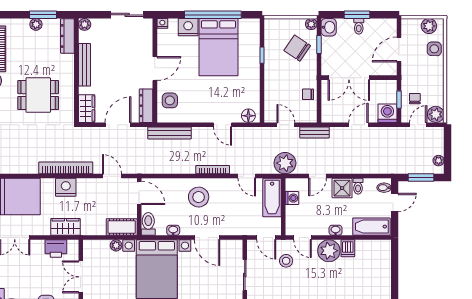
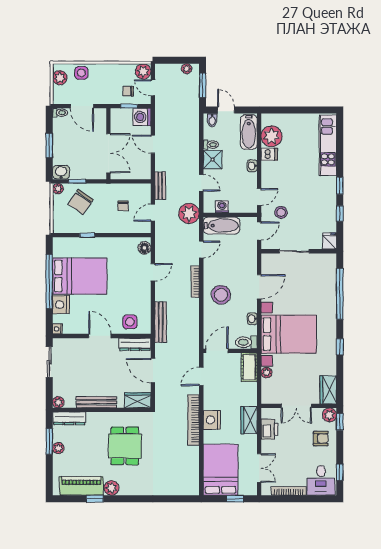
toilet: (359, 26) -> (60, 113), moved
chair: (308, 94) -> (123, 206), moved
plant: (329, 251) -> (272, 136), moved

